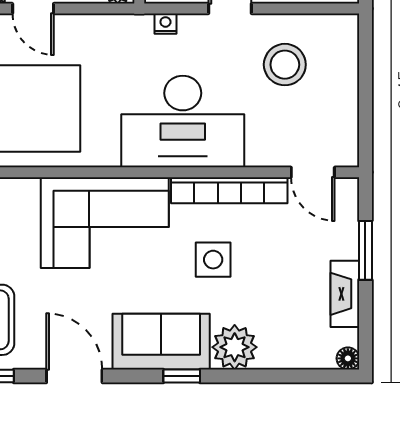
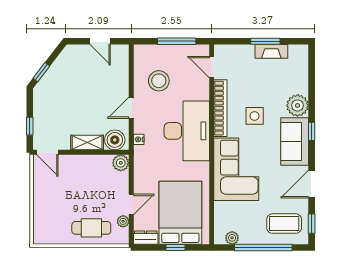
window: (365, 101) -> (177, 41), added
door: (313, 172) -> (212, 67), swing flipped
window: (365, 250) -> (265, 41), moved
floor lamp: (348, 358) -> (303, 50), removed

